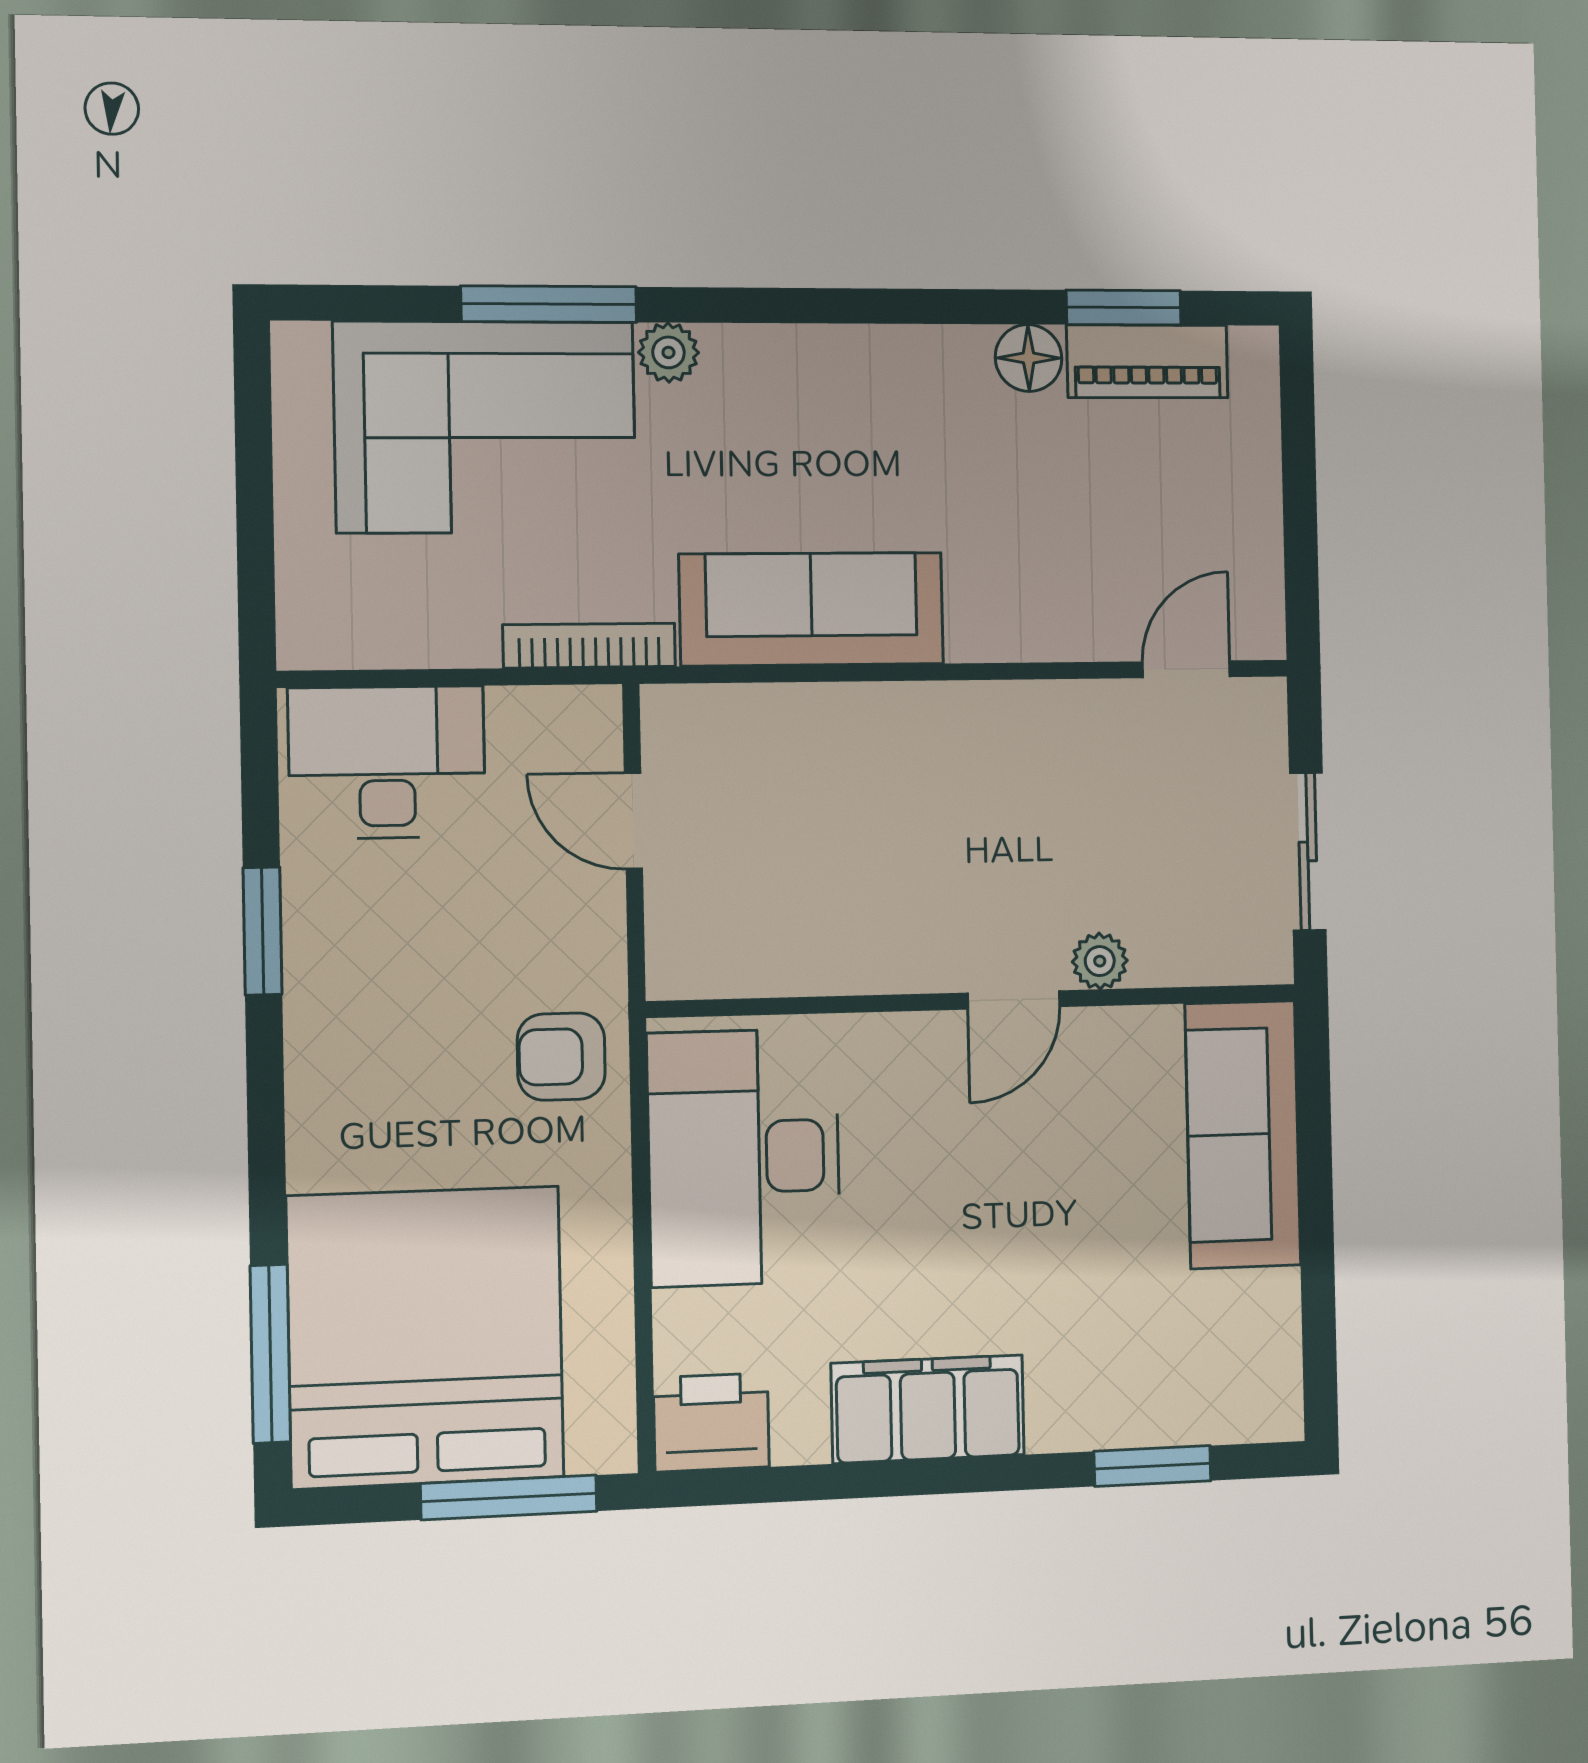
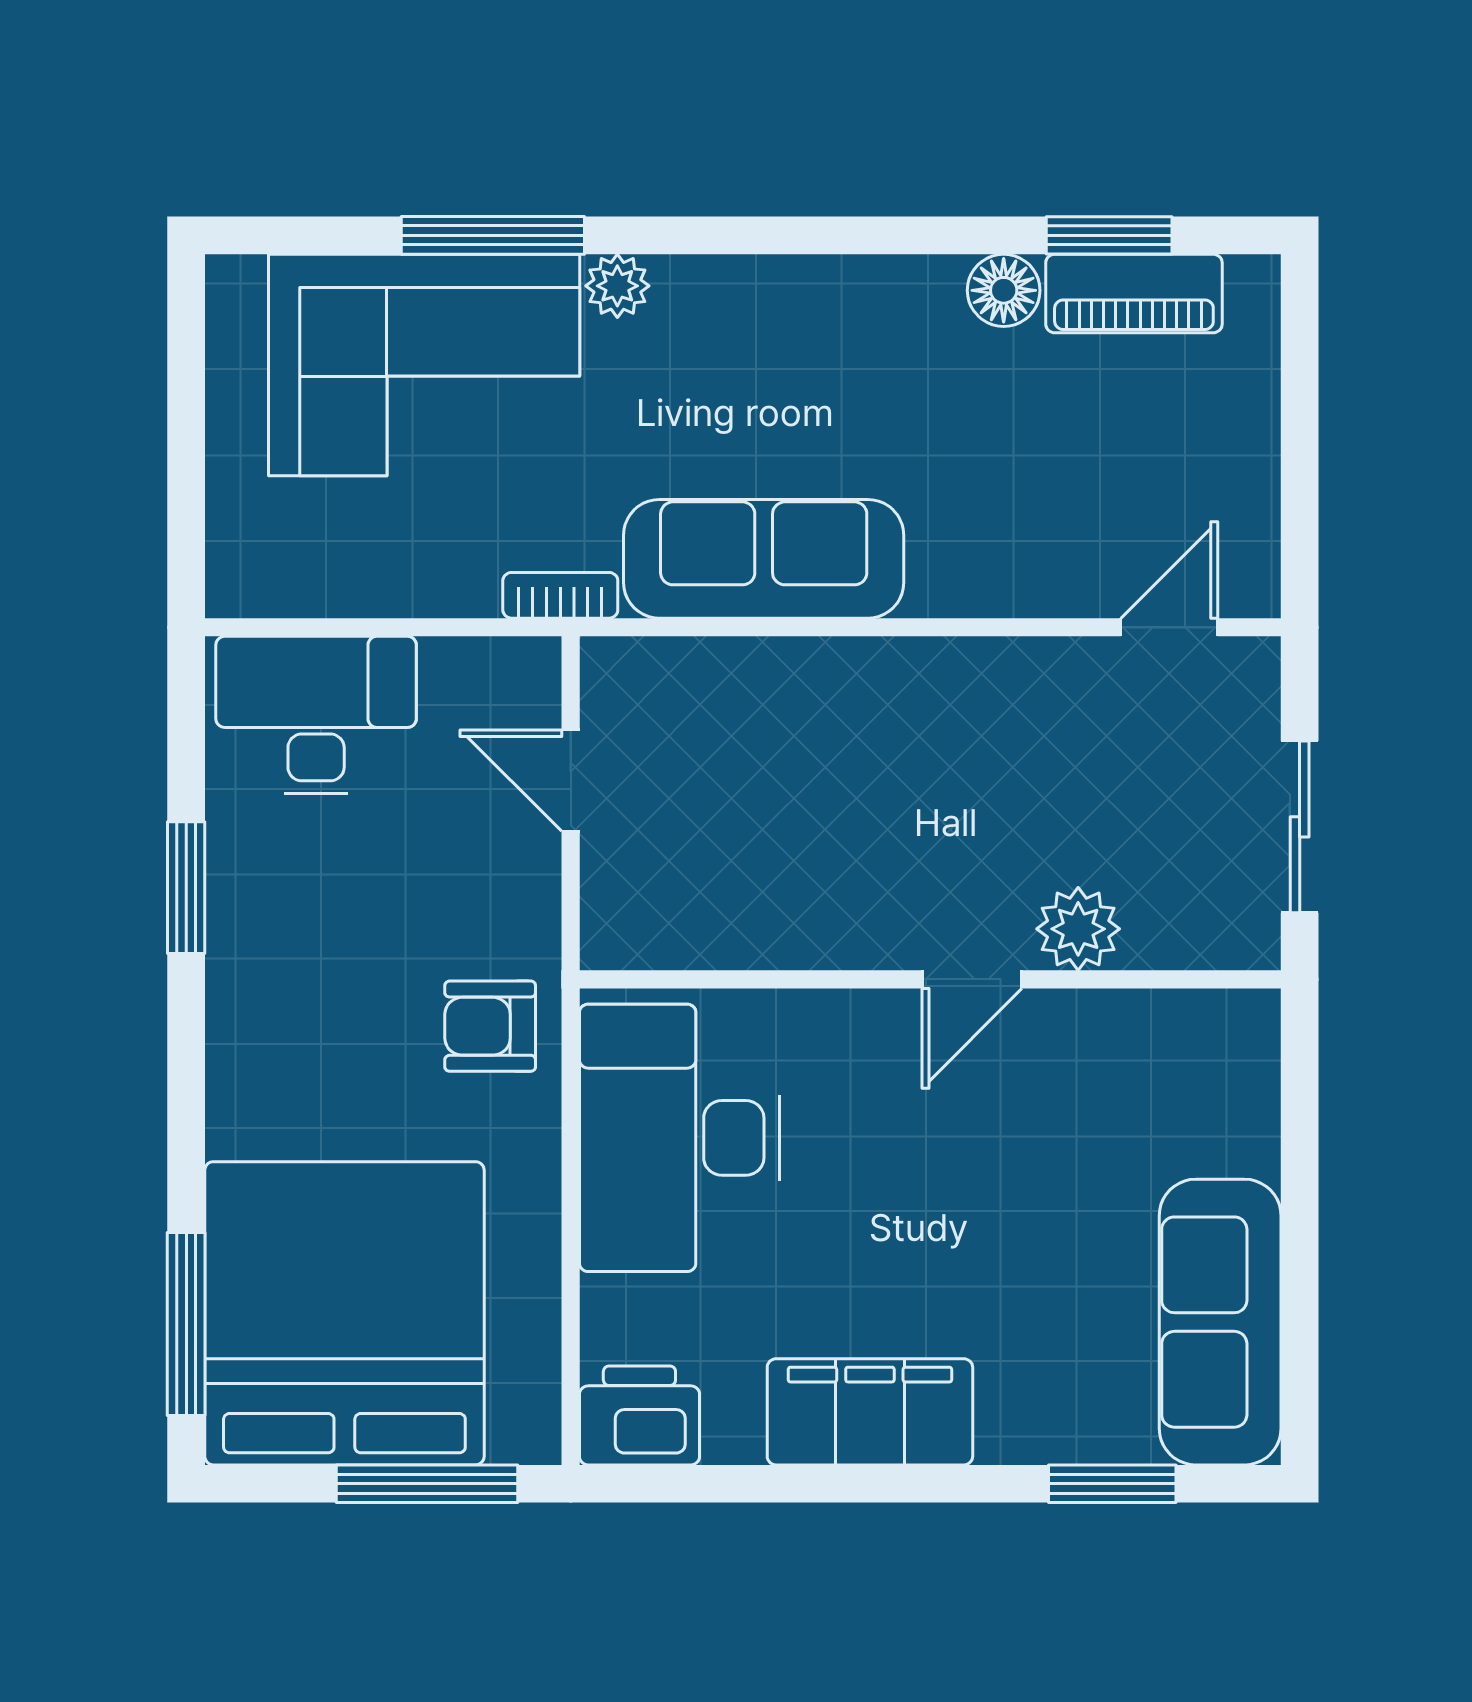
bookcase: (589, 646) -> (560, 595), width x0.64
plant: (1100, 961) -> (1078, 929), width x1.38, depth x1.38
sofa: (1243, 1134) -> (1220, 1322), moved

